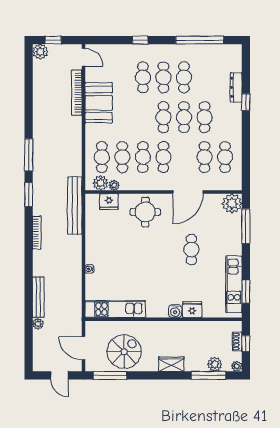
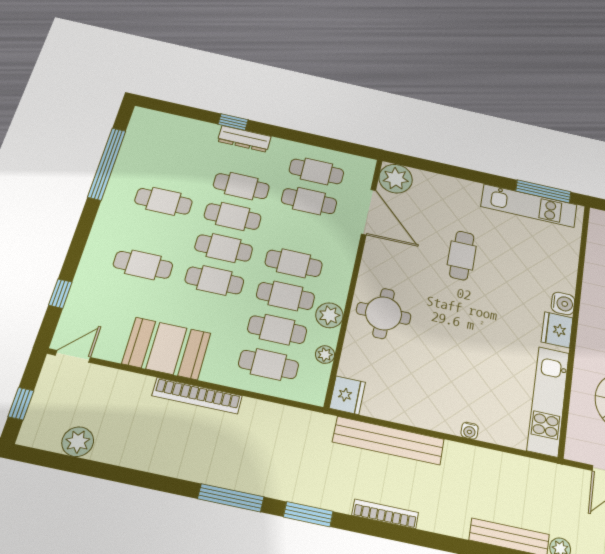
window: (140, 40) -> (60, 294), moved
plant: (40, 52) -> (78, 442), moved
cafe table: (163, 77) -> (214, 280), moved
dresser: (236, 87) -> (244, 139), moved
bookcase: (77, 93) -> (197, 396), moved
plant: (101, 183) -> (329, 315), moved
door: (188, 192) -> (369, 212), moved
fridge: (109, 202) -> (347, 395), moved
bench: (75, 206) -> (388, 440), moved
window: (246, 226) -> (437, 168), removed
cafe table: (191, 250) -> (462, 255), turned 90
window: (246, 292) -> (543, 191), width x1.44
fridge: (192, 310) -> (557, 330), moved

